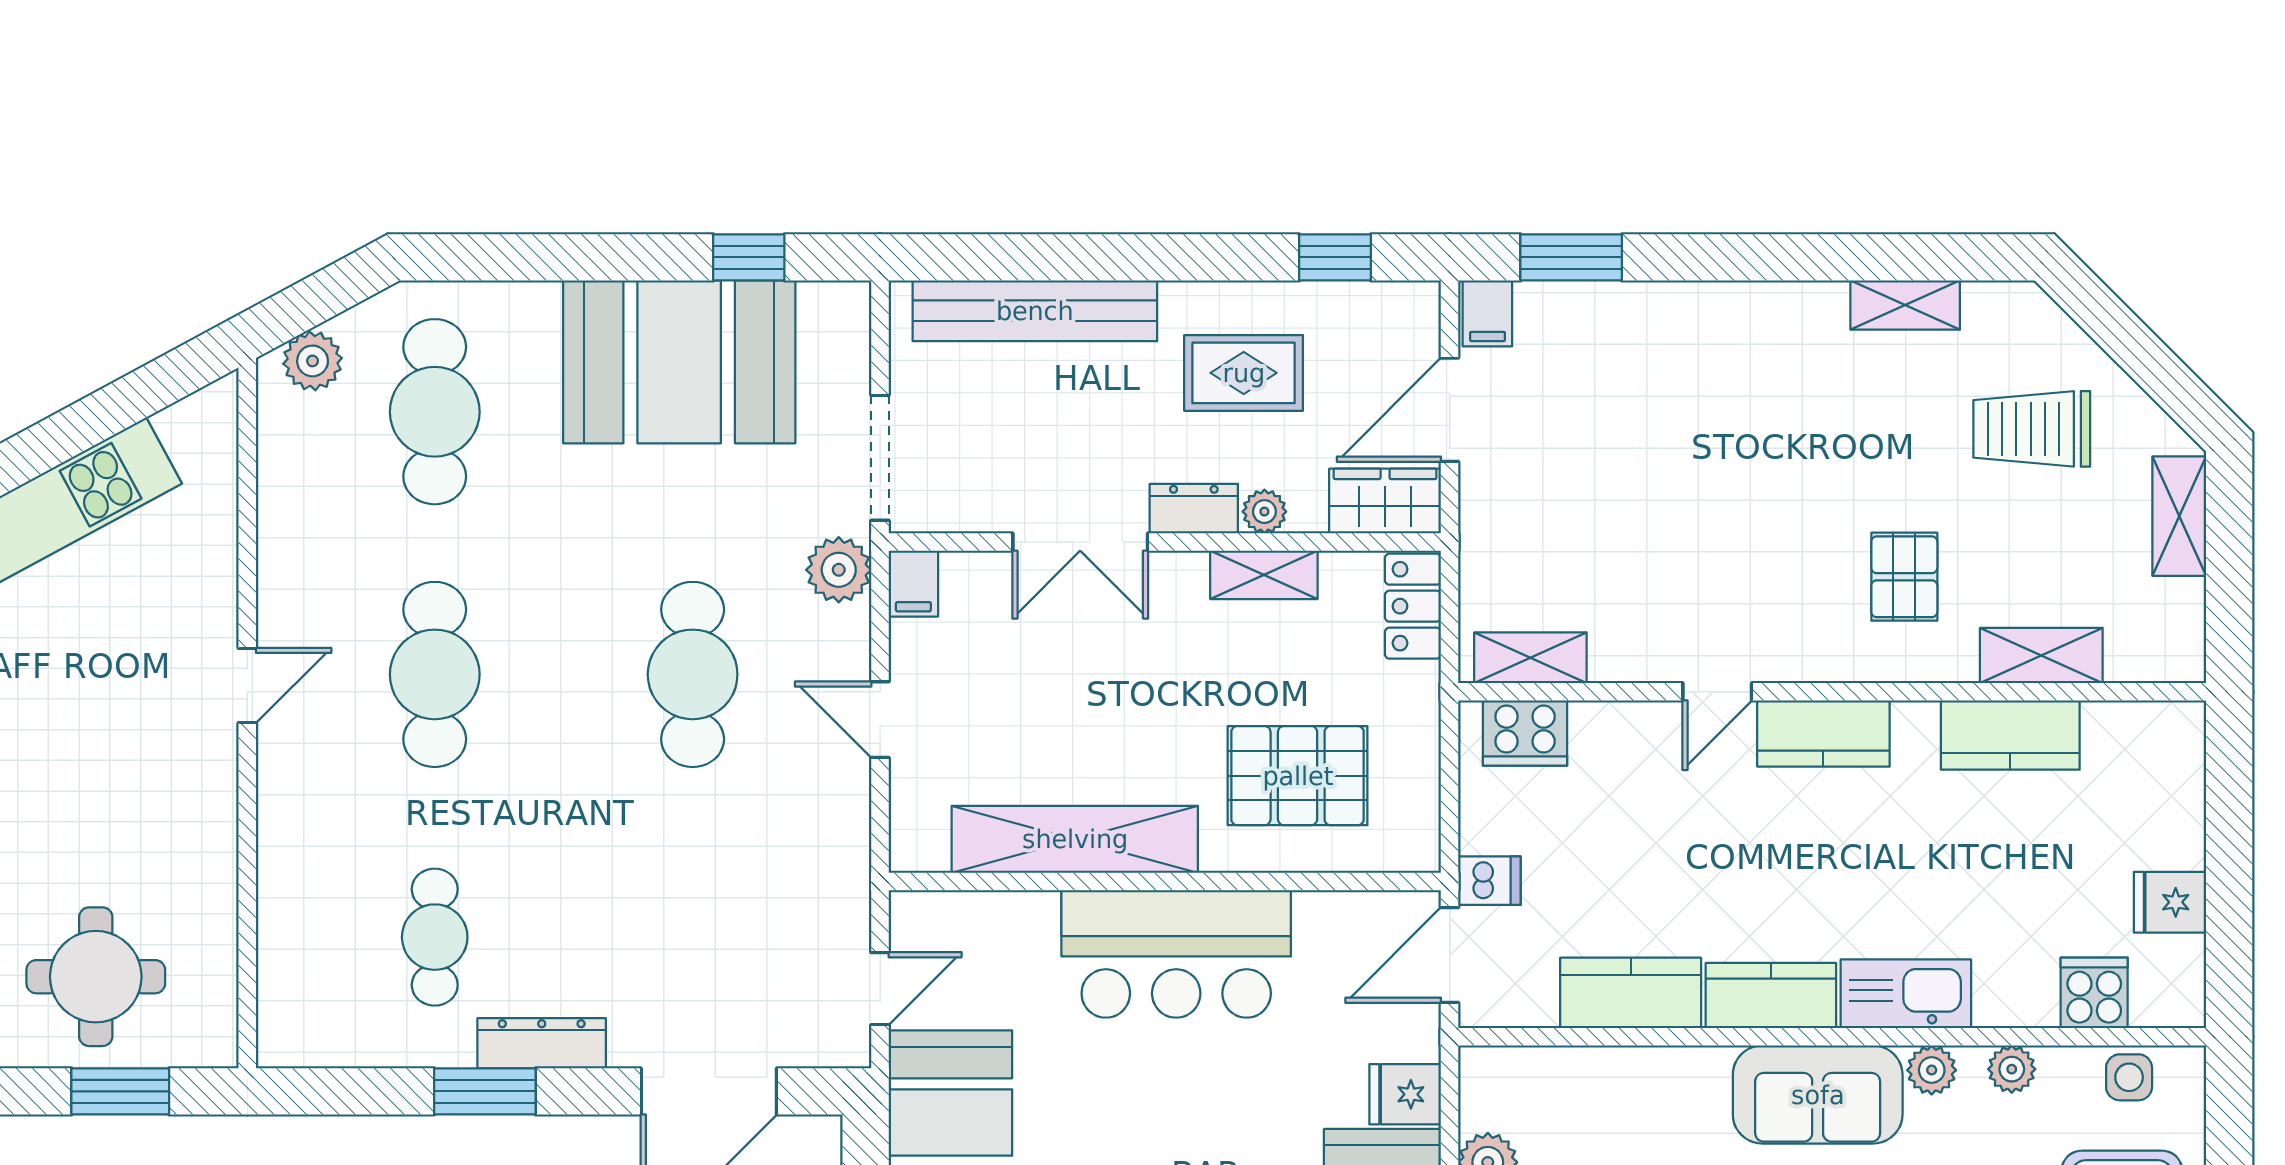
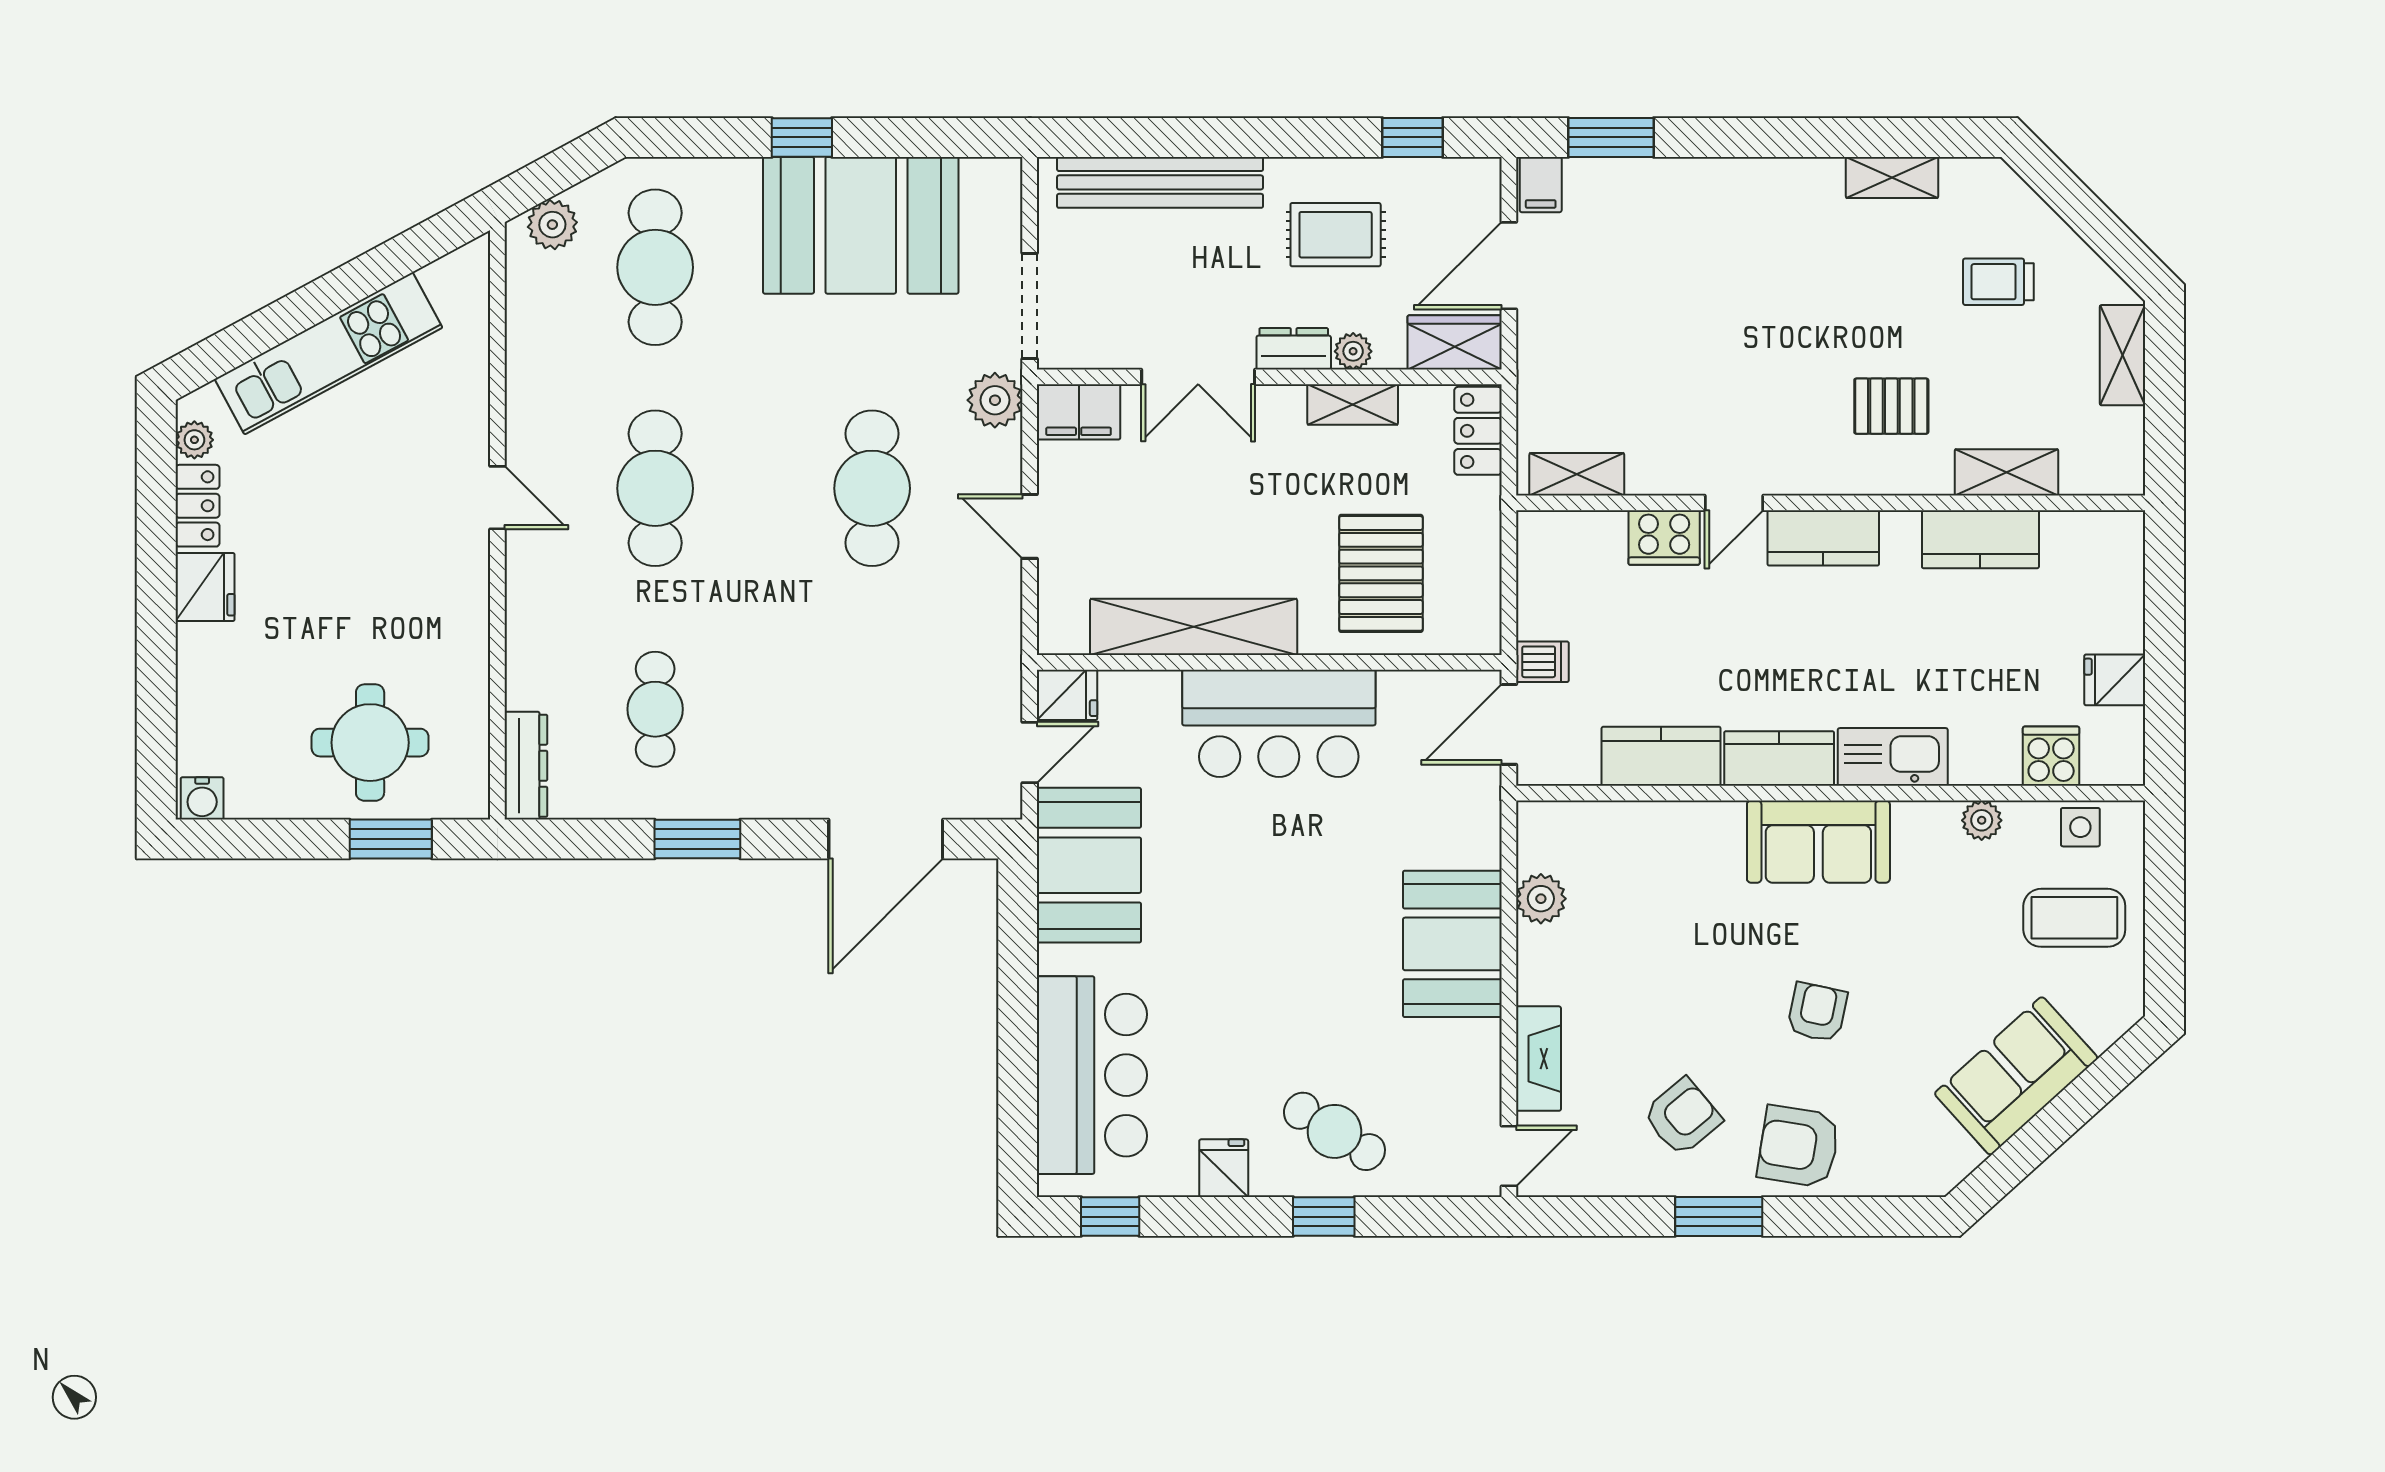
window: (749, 257) -> (802, 137), moved
trolley: (2032, 429) -> (1998, 282), width x0.73, depth x0.72
pallet: (1904, 577) -> (1891, 406), turned 90
filing cabinet: (913, 584) -> (1079, 412), width x2.00
door: (247, 686) -> (497, 498), hinge flipped
cooker: (1525, 733) -> (1664, 537), moved
pallet: (1298, 776) -> (1381, 573), turned 90
dresser: (542, 1043) -> (526, 766), moved, turned 90
plant: (1932, 1070) -> (1914, 821), removed
fridge: (1405, 1094) -> (1067, 695), moved, turned 180

